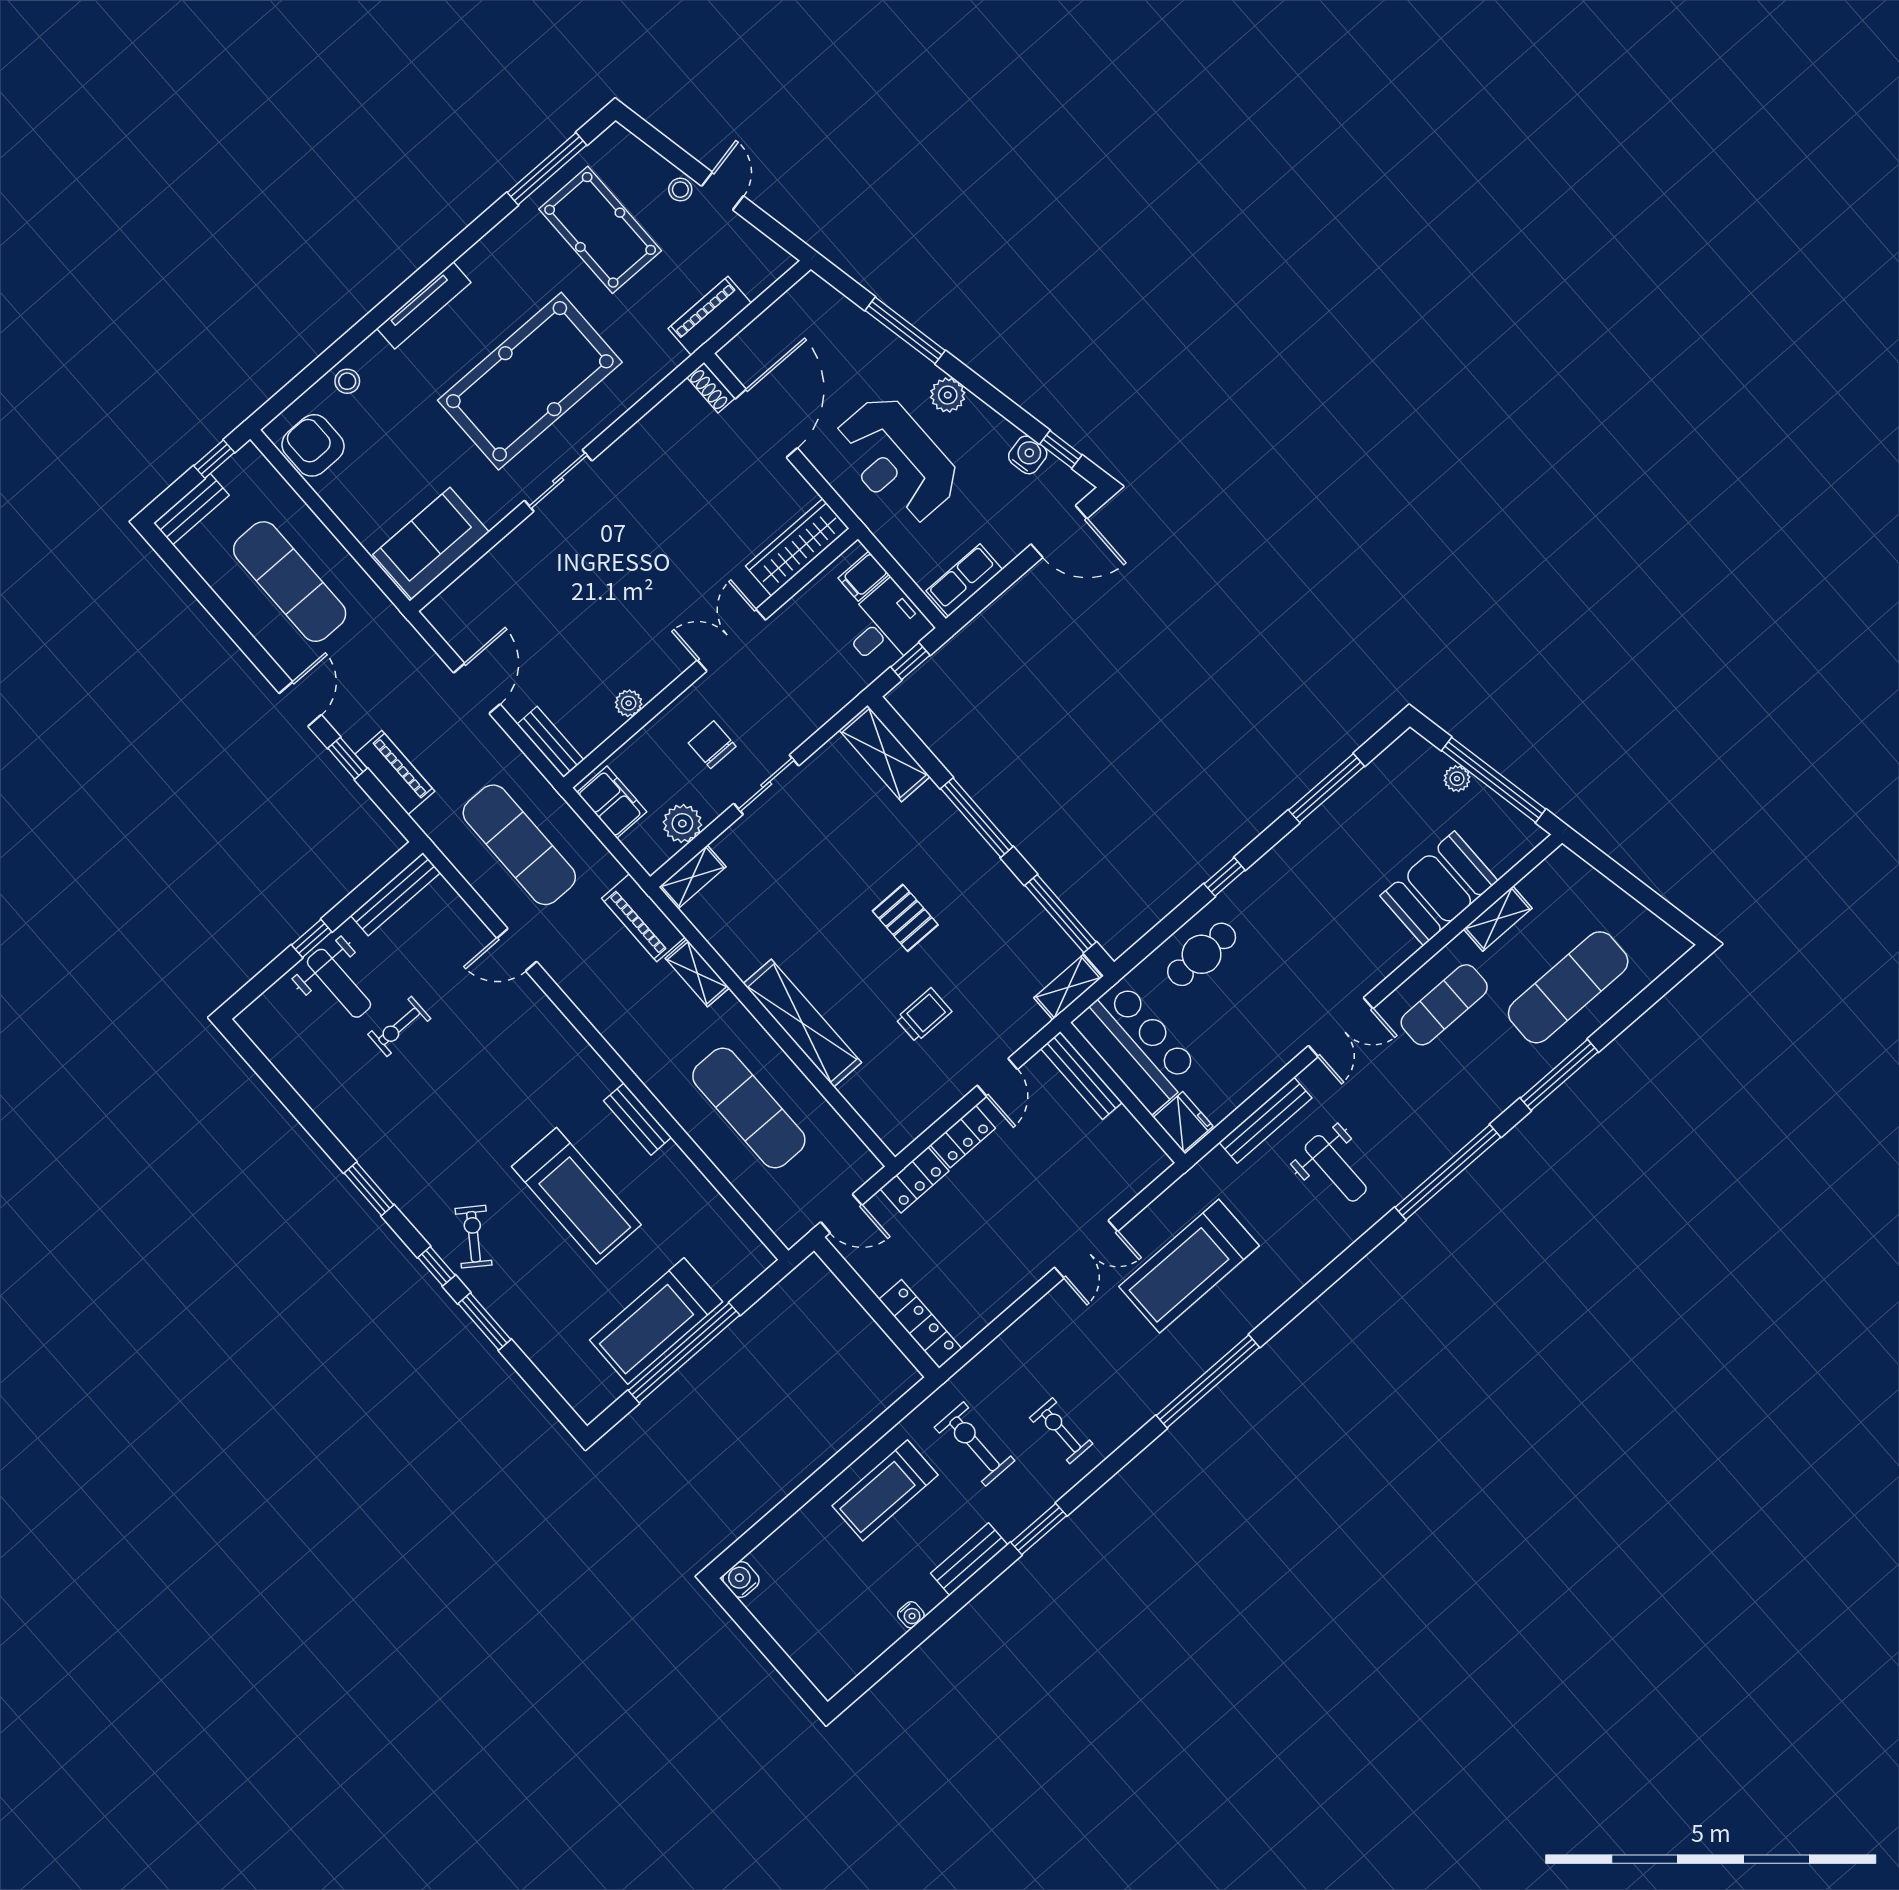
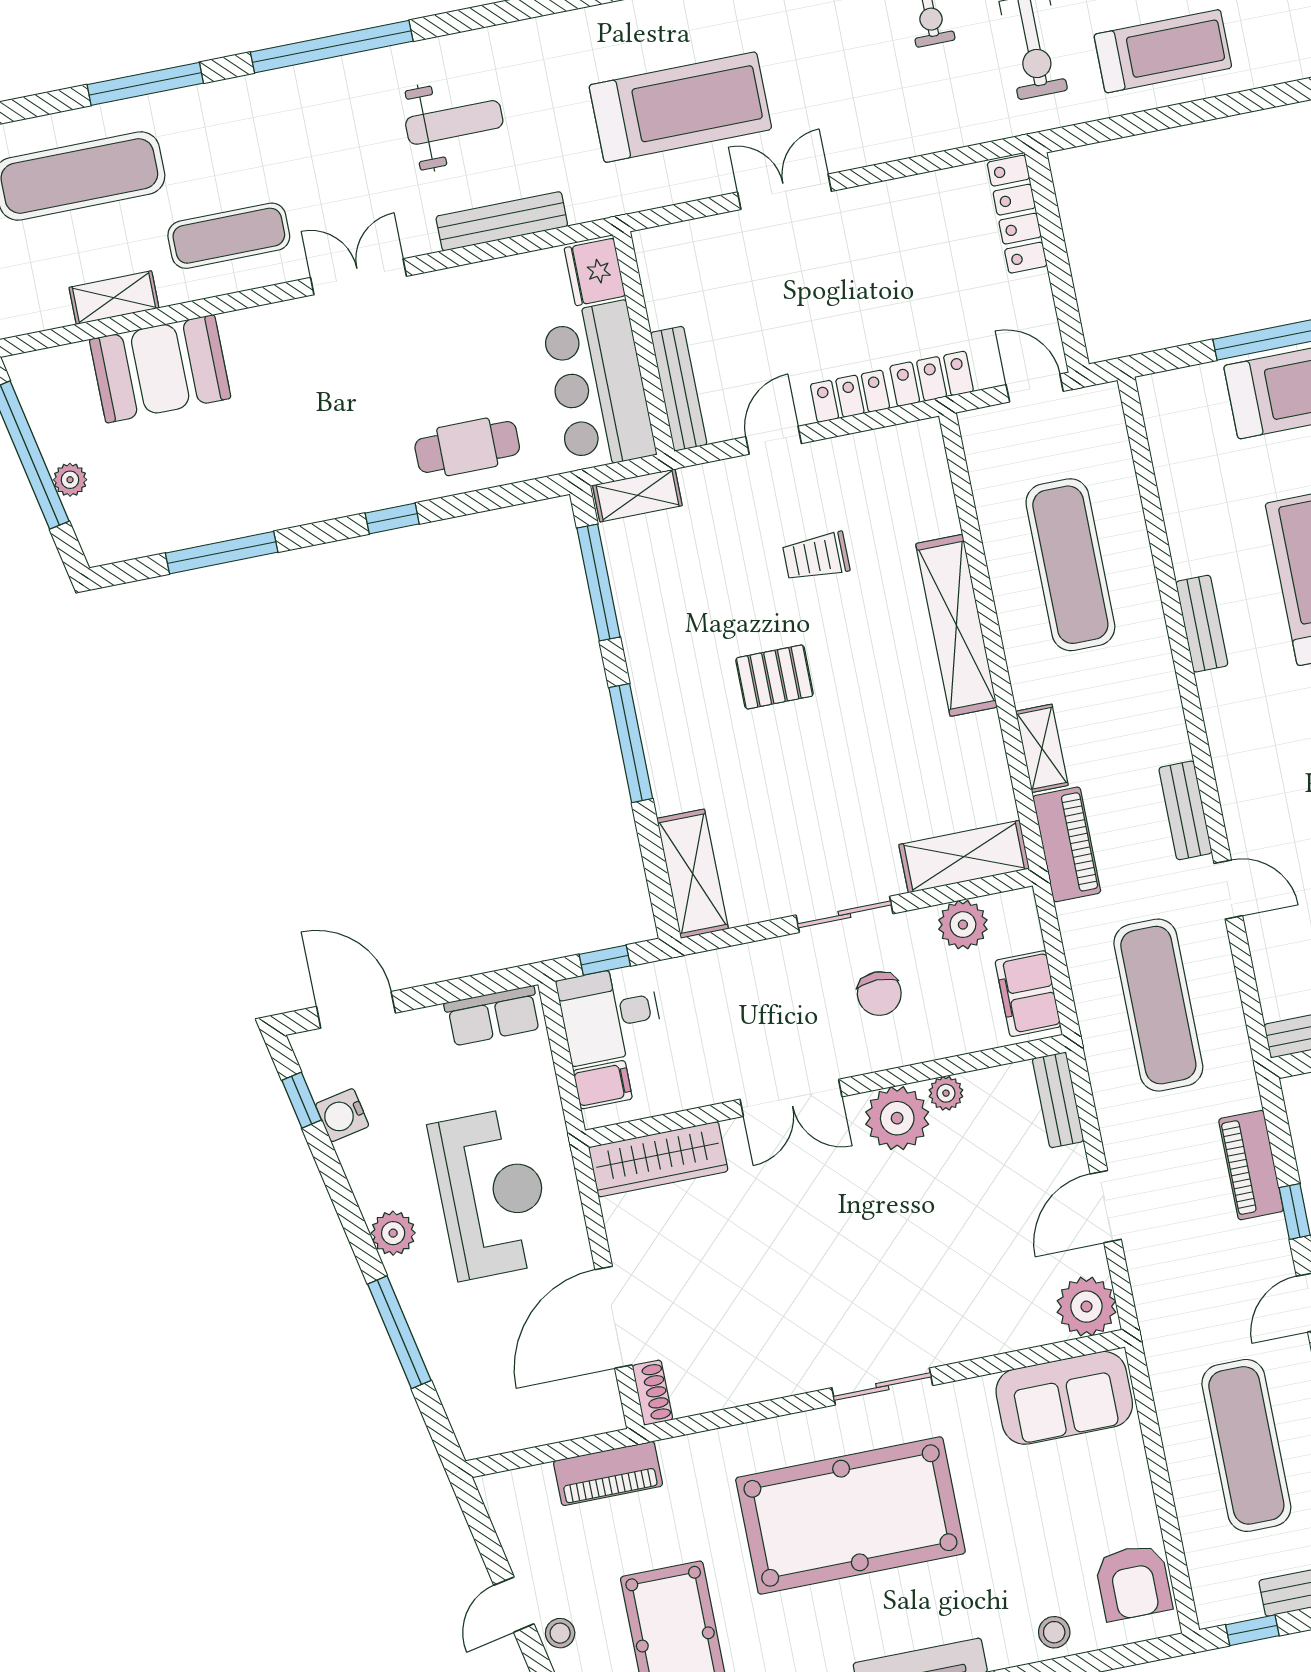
plant: (451, 614) -> (1086, 1307), added
plant: (652, 667) -> (897, 1118), added
shelving: (693, 877) -> (964, 857), width x1.50, depth x1.33
pallet: (905, 918) -> (774, 677), turned 90
bench: (576, 987) -> (1185, 810), added
weight bench: (1336, 1168) -> (454, 122), turned 90

